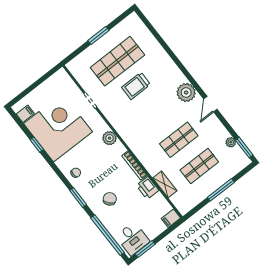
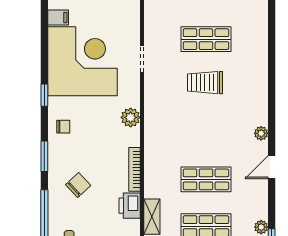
shop shelf: (117, 61) -> (206, 39), width x0.70, depth x0.74
plant: (186, 92) -> (261, 133), width x0.53, depth x0.53
window: (37, 145) -> (44, 95), moved

